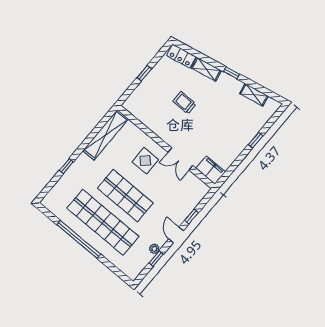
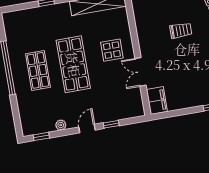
trolley: (184, 103) -> (181, 31), turned 90
shop shelf: (103, 222) -> (38, 70), width x0.50, depth x0.74
window: (156, 259) -> (41, 136), moved

